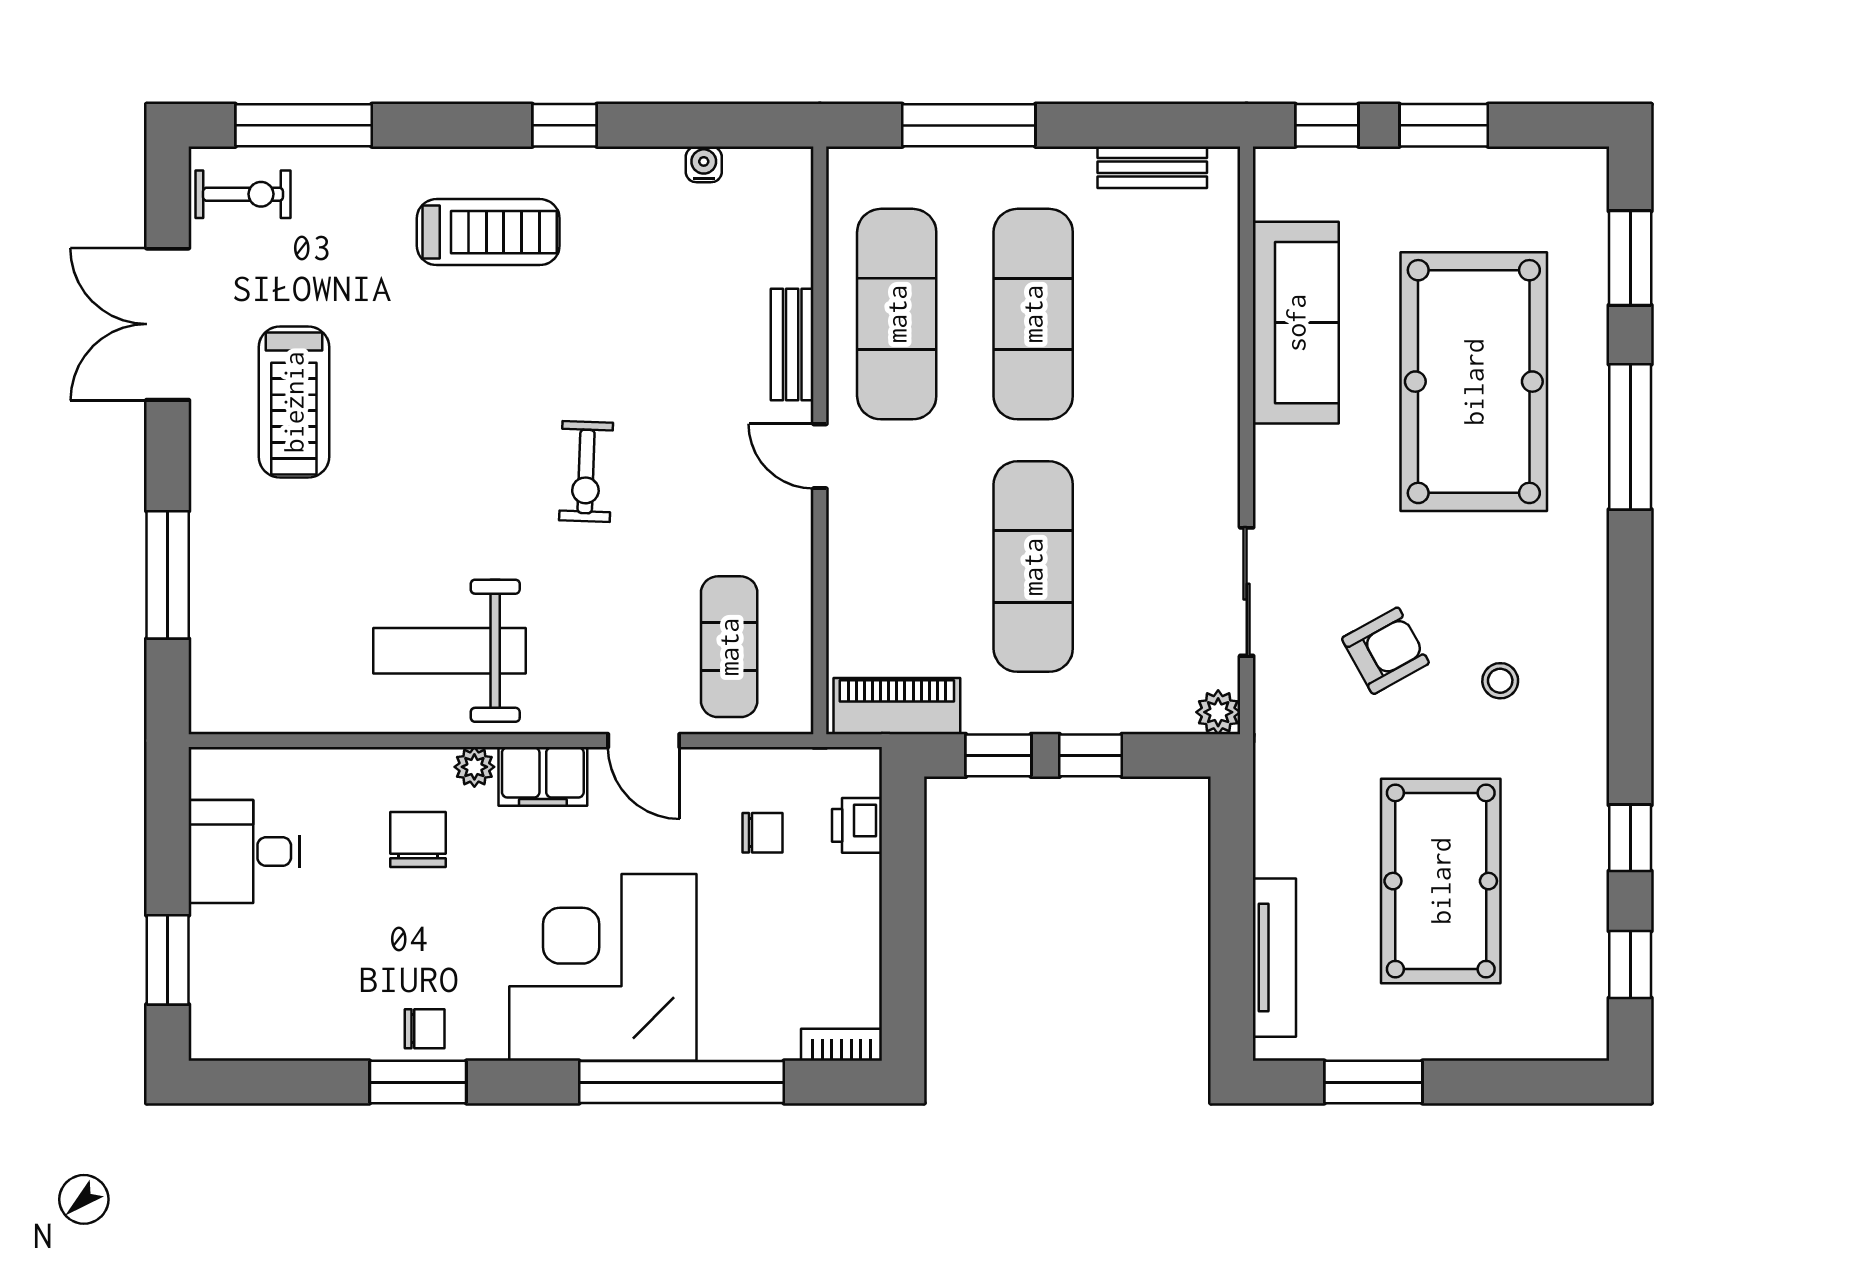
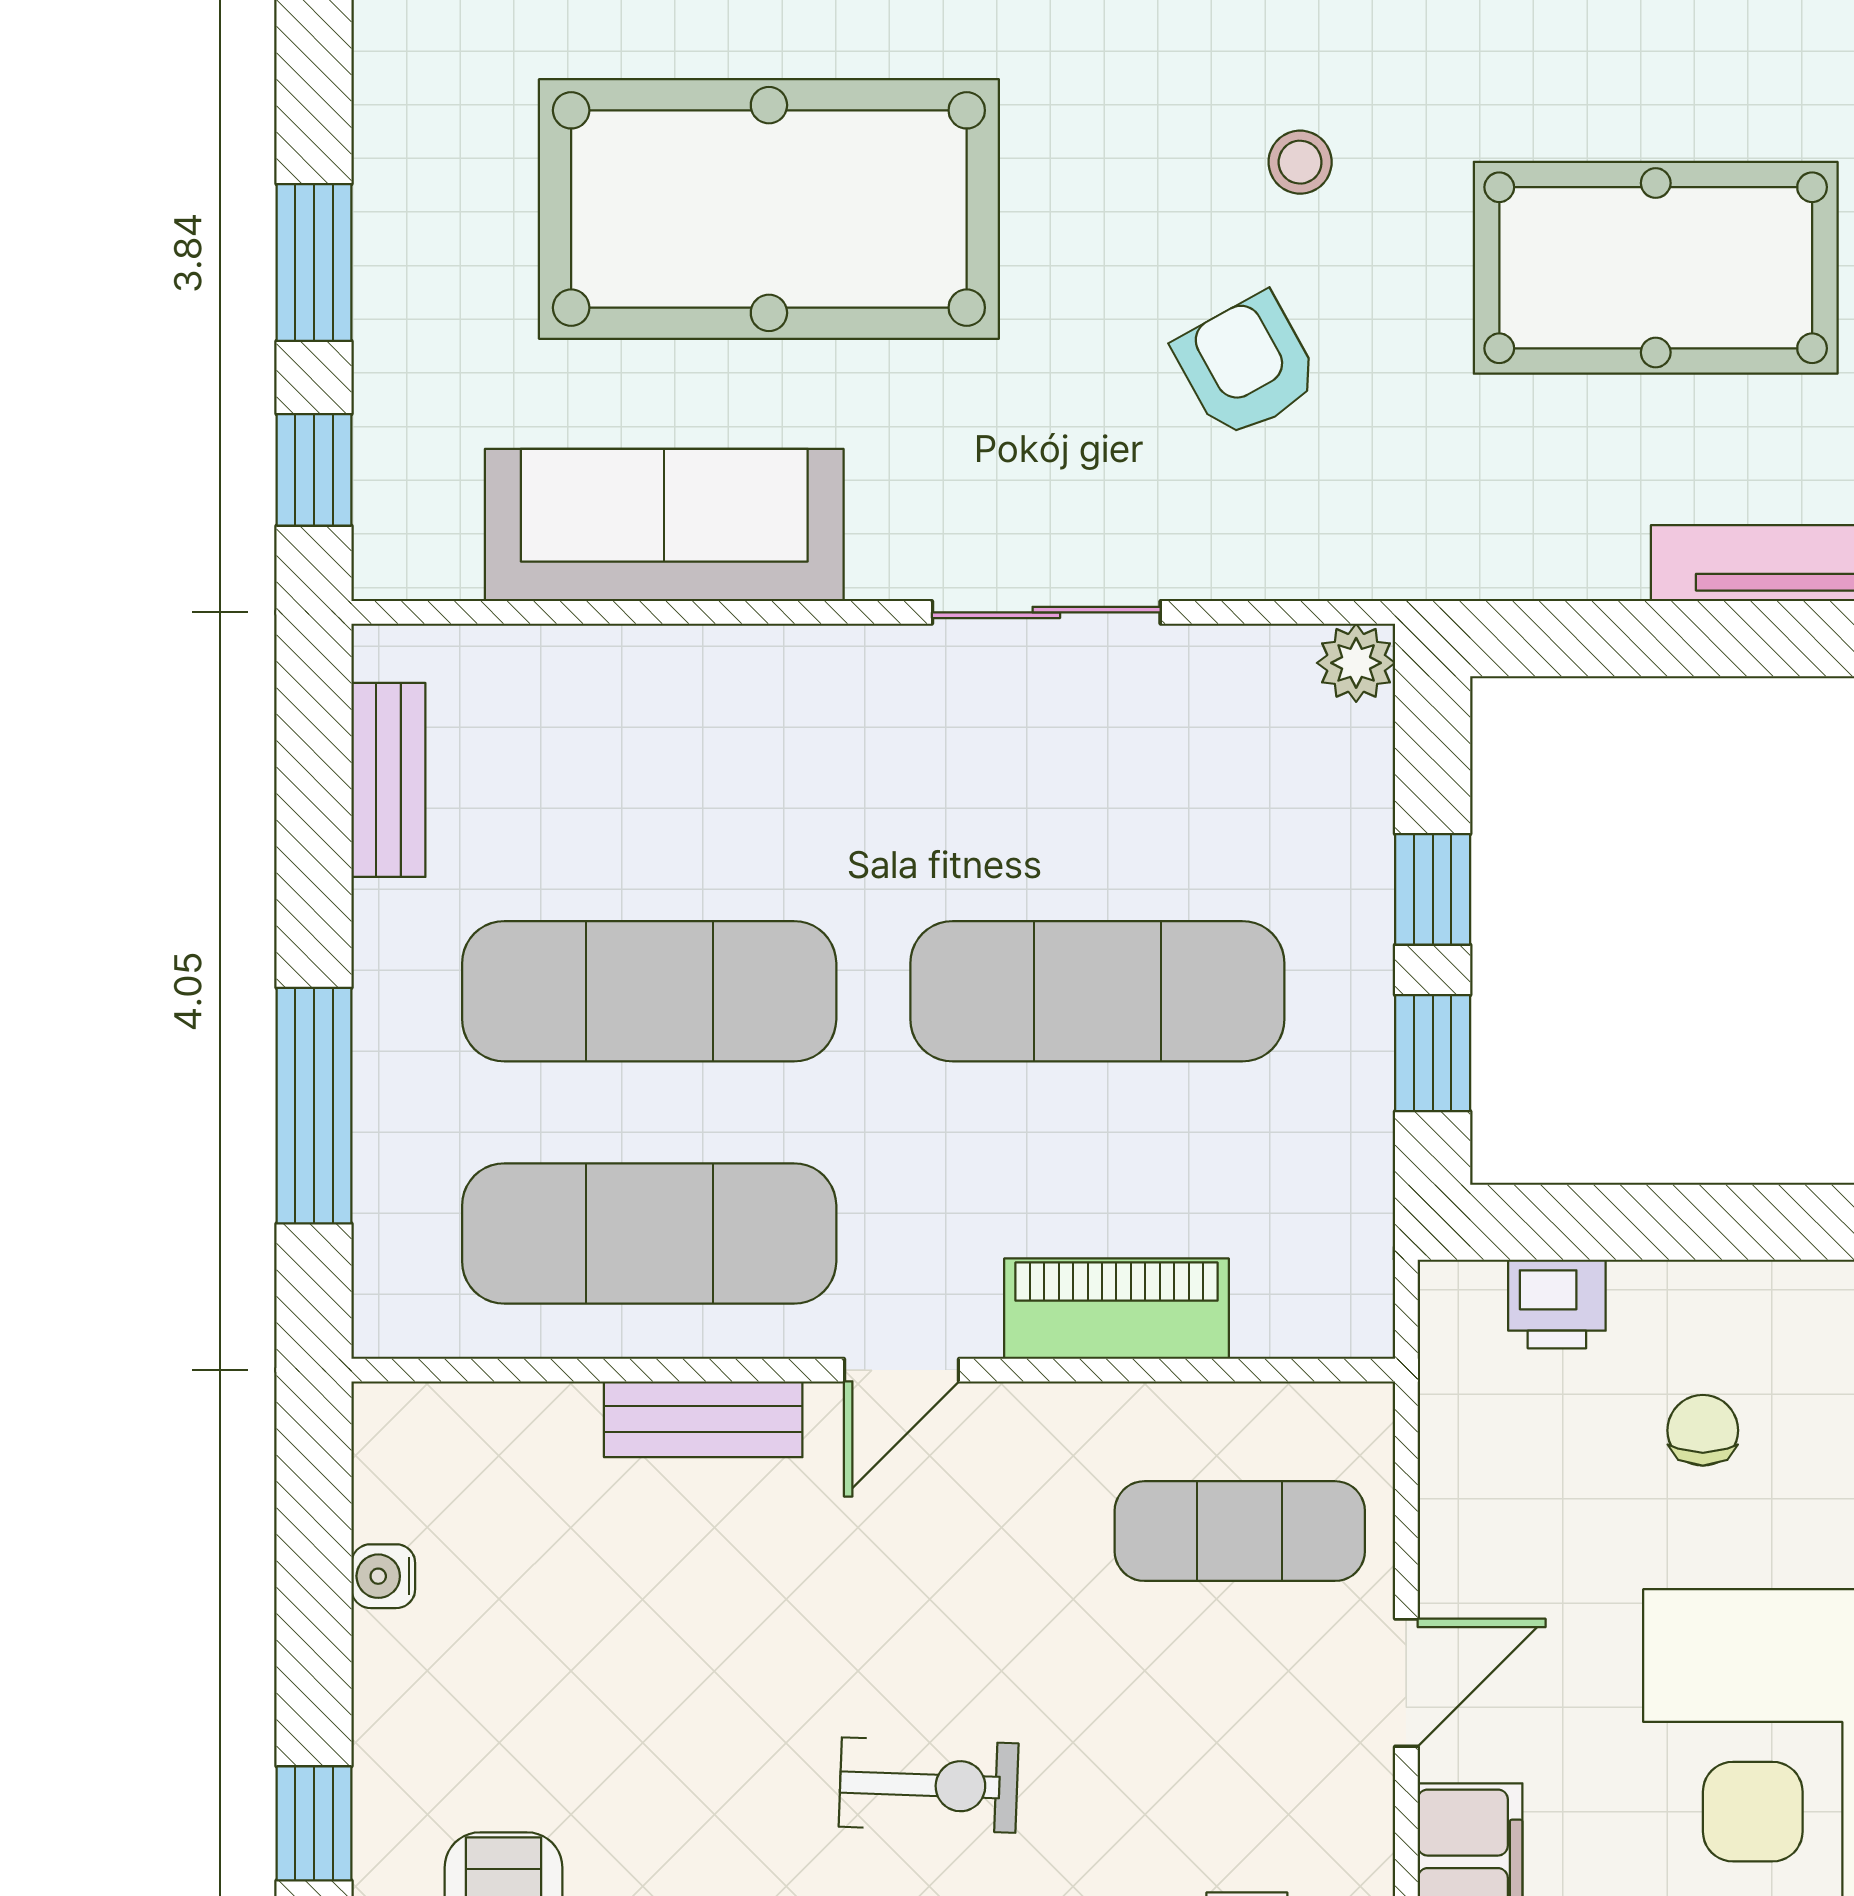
sliding door: (1247, 592) -> (1046, 612), moved
piano: (897, 706) -> (1116, 1309), moved, turned 90
chair: (762, 833) -> (1703, 1430), moved

